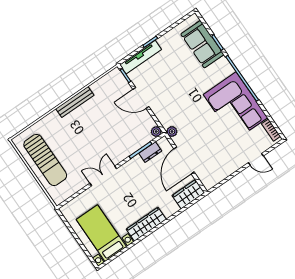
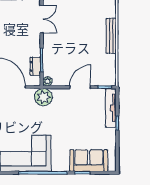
plant: (172, 132) -> (43, 97), width x1.88, depth x1.88

